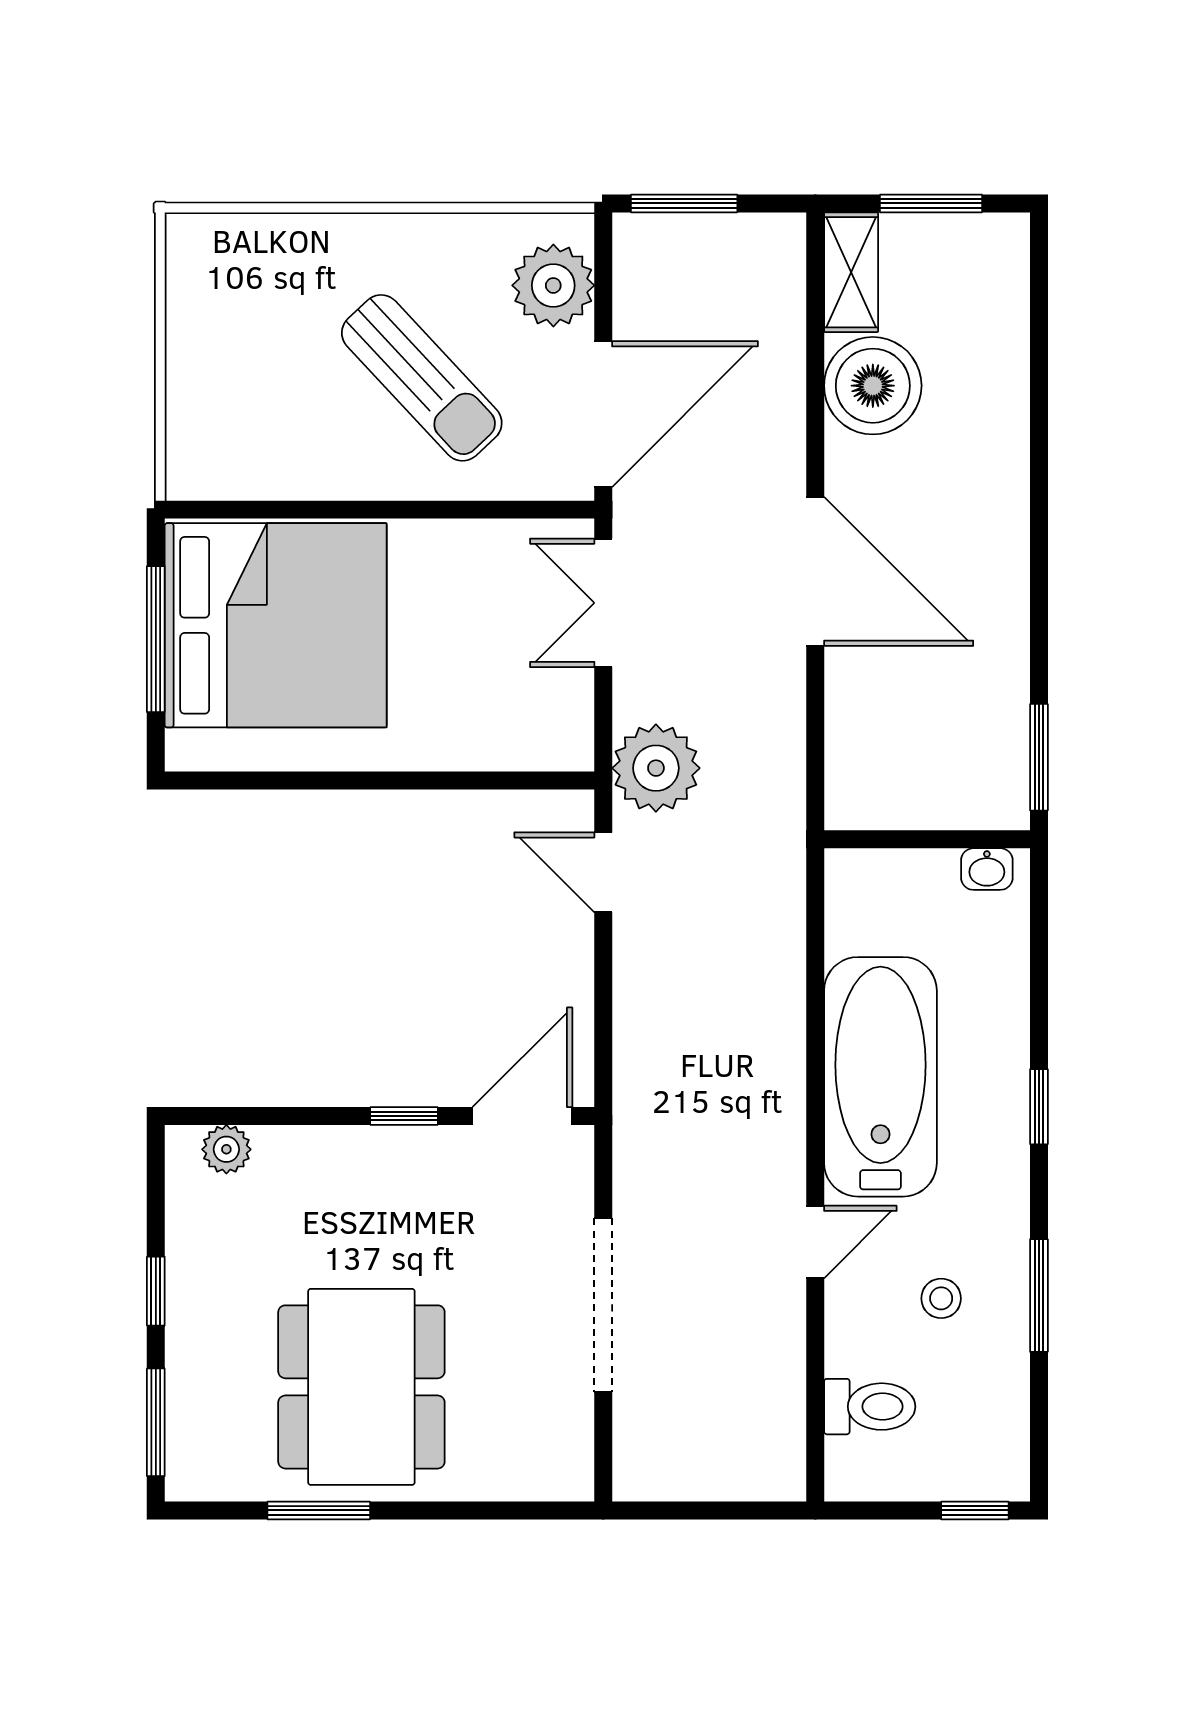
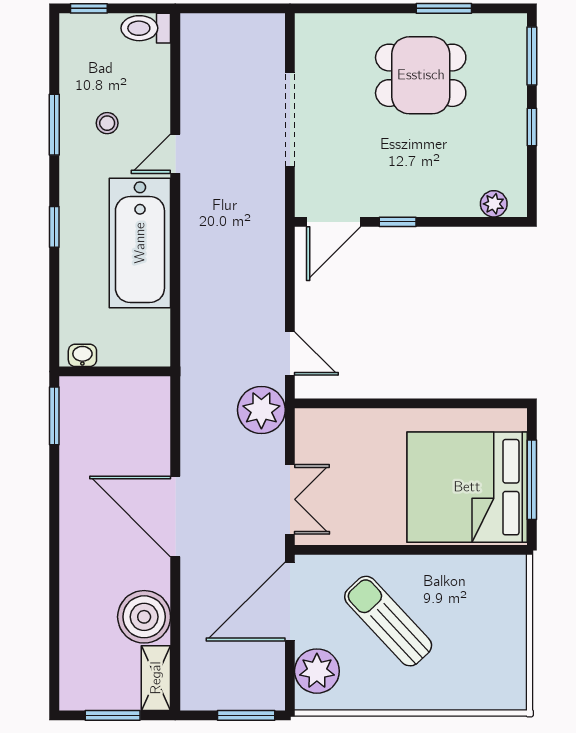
dining table: (361, 1387) -> (421, 75), width x0.73
toilet: (870, 1407) -> (146, 28), moved

